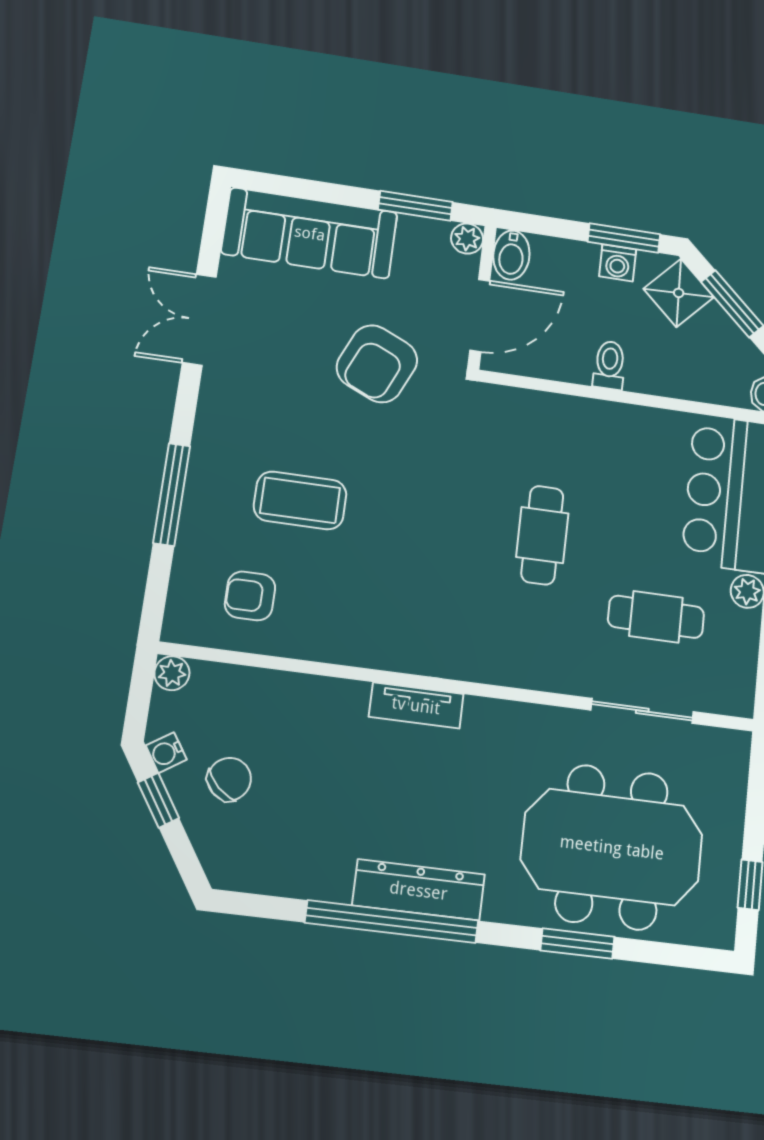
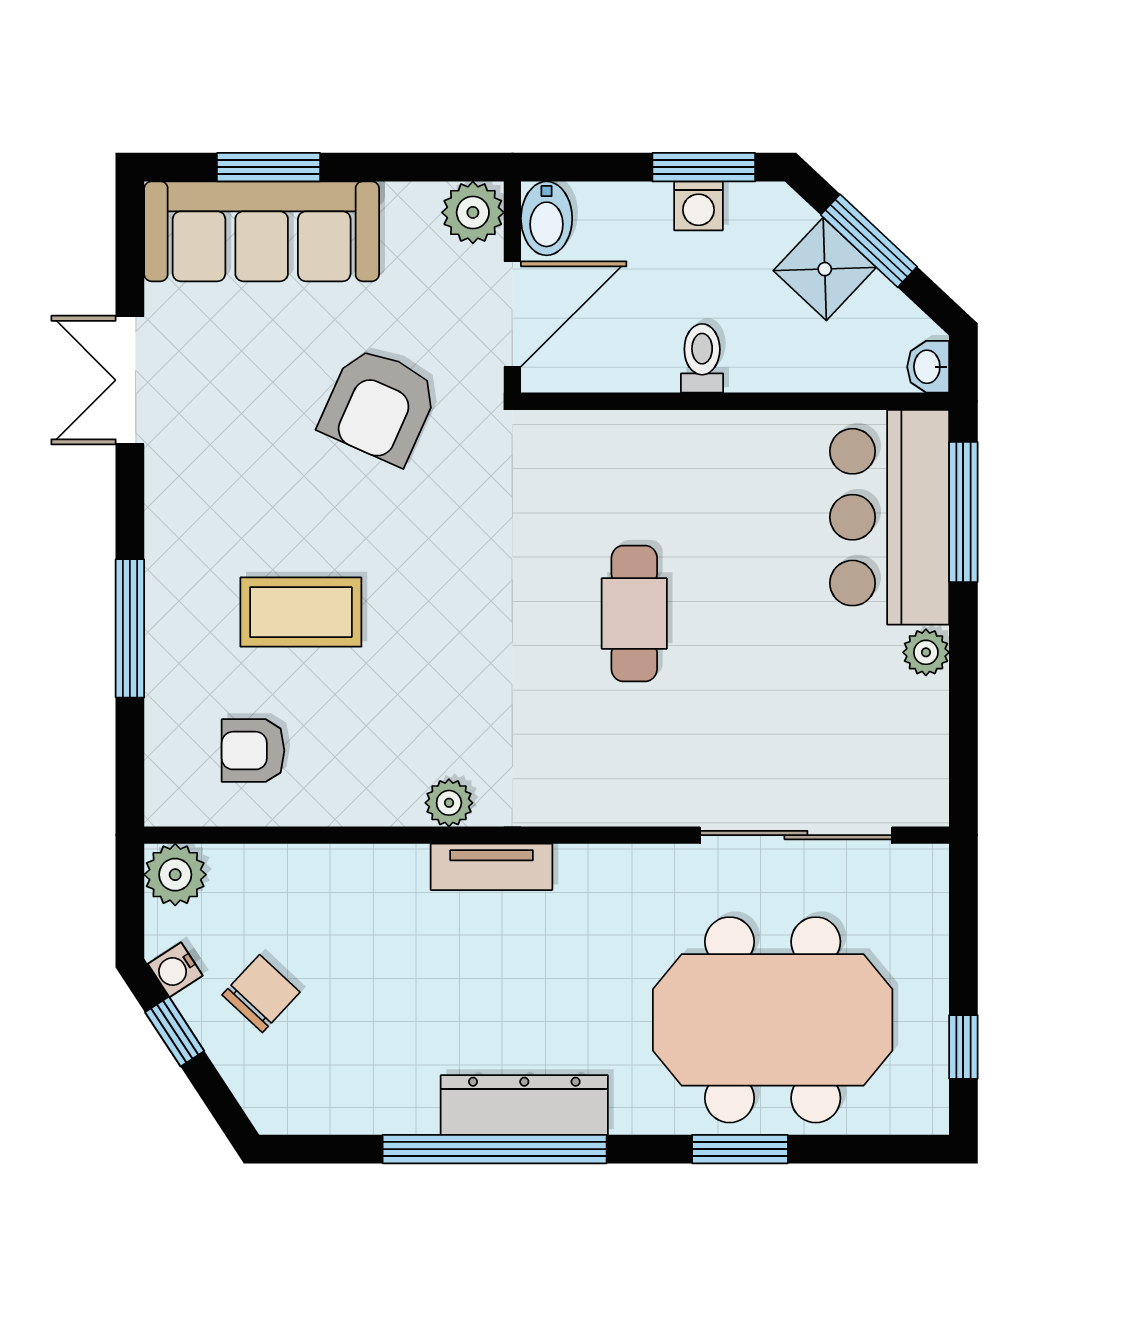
window: (415, 206) -> (269, 167), moved
plant: (467, 239) -> (473, 212), width x1.38, depth x1.38
shower: (679, 293) -> (825, 269), moved
cafe table: (656, 617) -> (802, 705), removed
plant: (391, 654) -> (449, 803), added
plant: (172, 673) -> (175, 875), width x1.38, depth x1.38
sliding door: (642, 711) -> (796, 835), width x1.37

